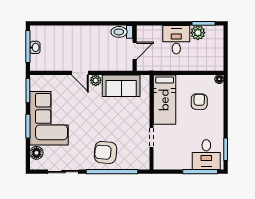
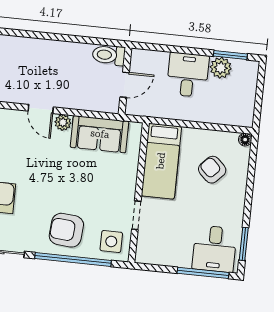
armchair: (199, 102) -> (212, 170), turned -47
side table: (136, 157) -> (111, 241), added

